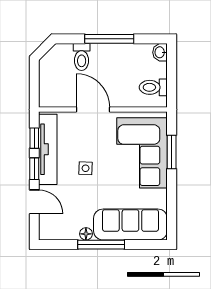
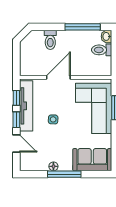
window: (109, 39) -> (83, 27), moved
toilet: (153, 87) -> (102, 50), moved
door: (93, 109) -> (58, 77), hinge flipped
sofa: (130, 225) -> (92, 160), width x0.73

